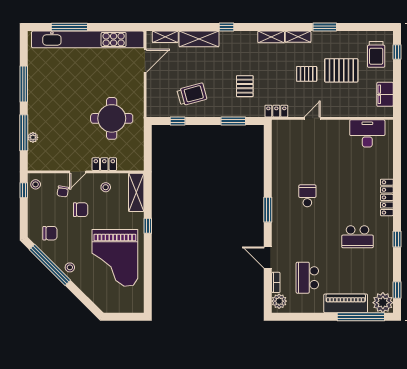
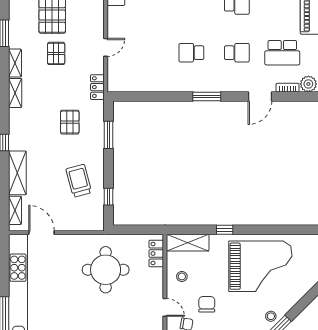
pallet: (245, 86) -> (70, 122), turned 90
door: (312, 118) -> (106, 47), swing flipped
locker: (104, 164) -> (156, 254), moved
school desk: (307, 237) -> (237, 53), added

